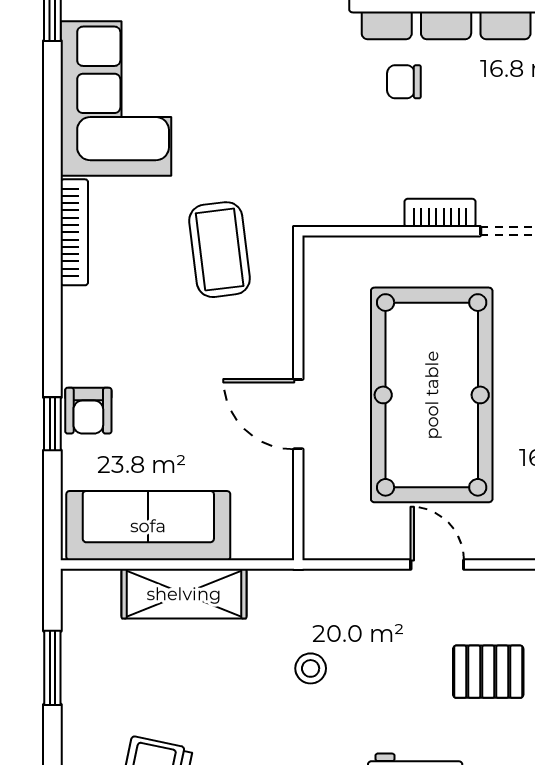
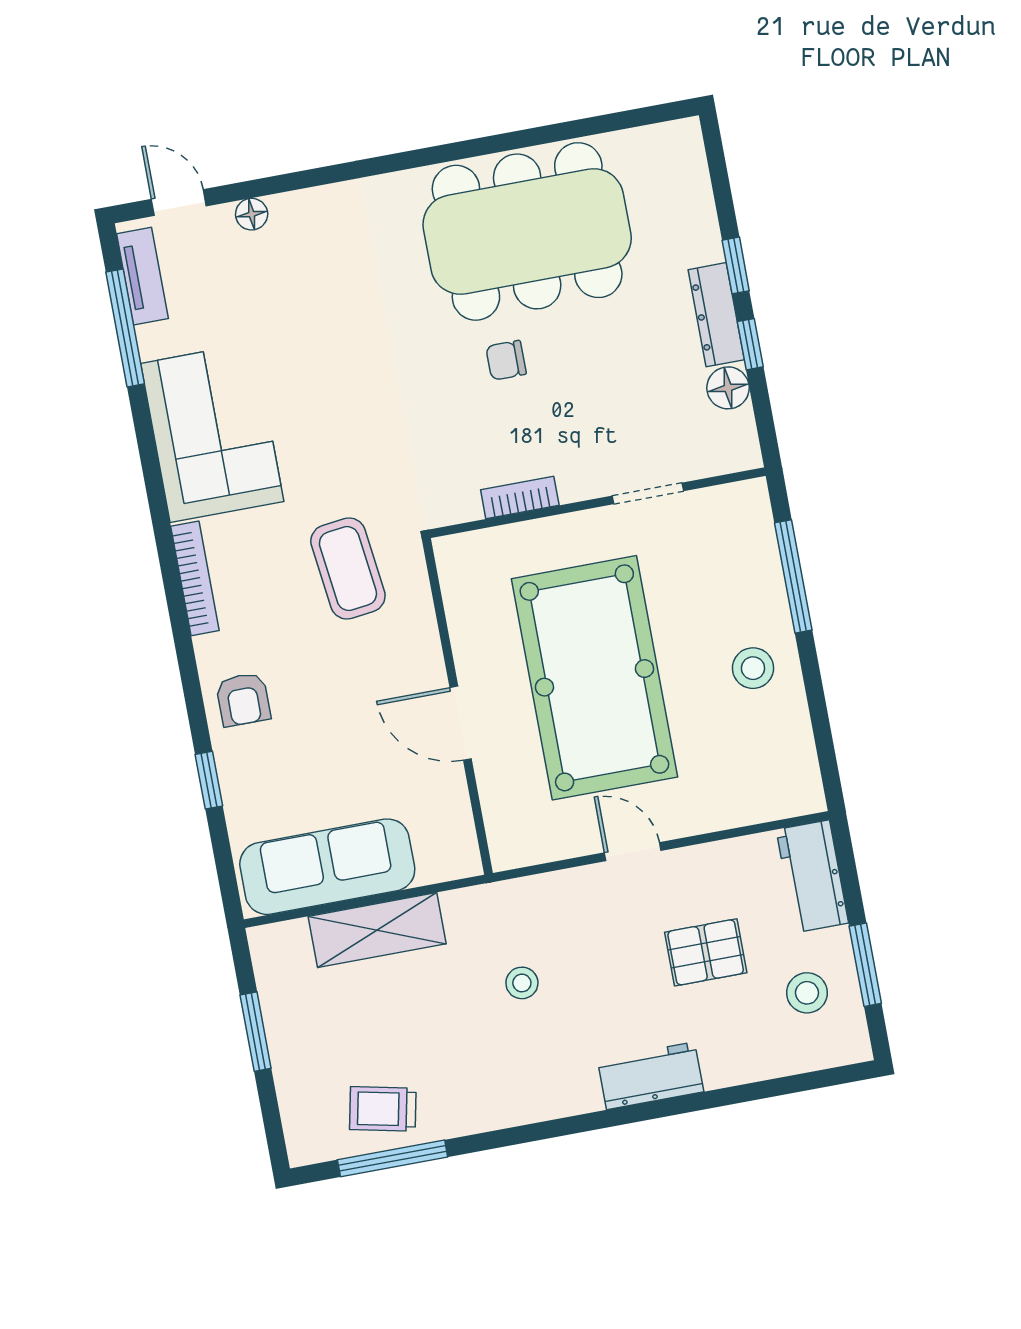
bookcase: (440, 213) -> (520, 497), moved
armchair: (88, 411) -> (243, 699), moved

